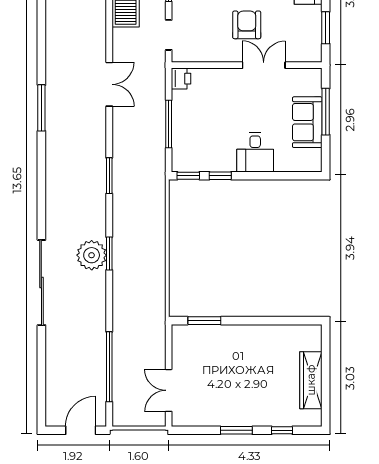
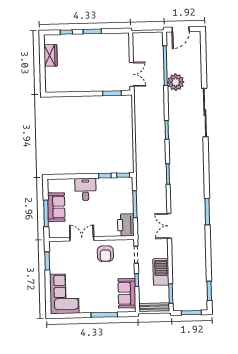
armchair: (247, 25) -> (105, 254), moved
double door: (264, 65) -> (82, 239), swing flipped
printer: (181, 79) -> (126, 225), width x1.87, depth x1.48
plant: (92, 255) -> (176, 82), moved
wardrobe: (311, 380) -> (51, 55), width x0.67
double door: (169, 390) -> (132, 74), moved

